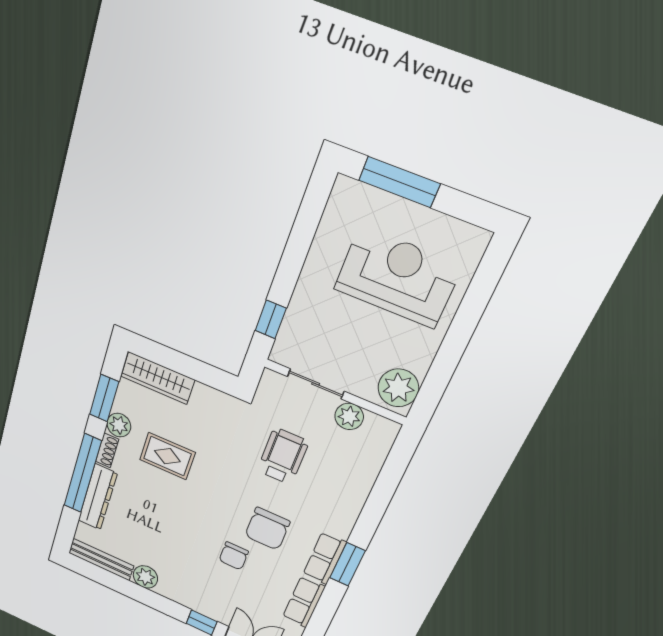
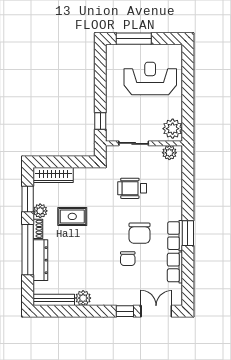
plant: (349, 416) -> (169, 153), moved
wheelchair: (283, 456) -> (132, 188), turned -90

